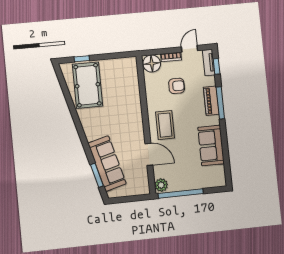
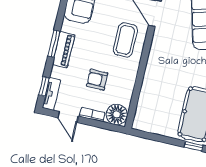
door: (189, 49) -> (68, 117), hinge flipped
window: (220, 103) -> (54, 44), width x0.69

